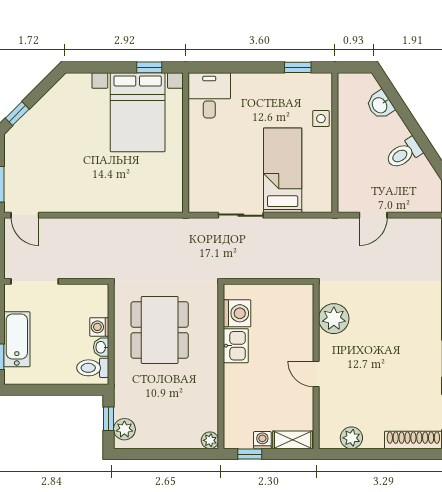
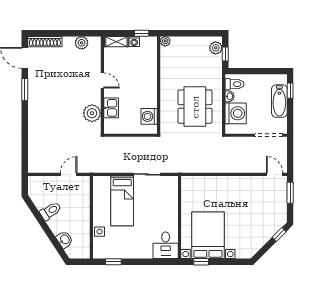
washing machine: (99, 327) -> (236, 113), width x1.89, depth x1.89
kitchen sink: (236, 346) -> (111, 108), moved, turned 180

